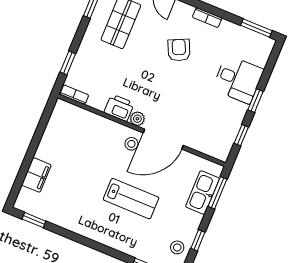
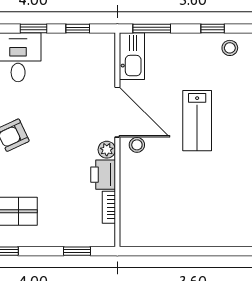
bookcase: (74, 95) -> (109, 207), moved
filing cabinet: (36, 175) -> (214, 235), removed
kitchen sink: (202, 192) -> (132, 56), moved, turned -90
lab bench: (131, 199) -> (197, 121), turned 180

